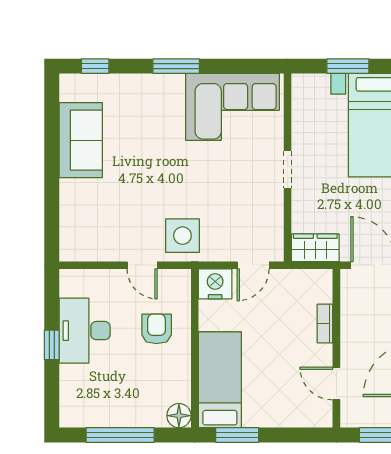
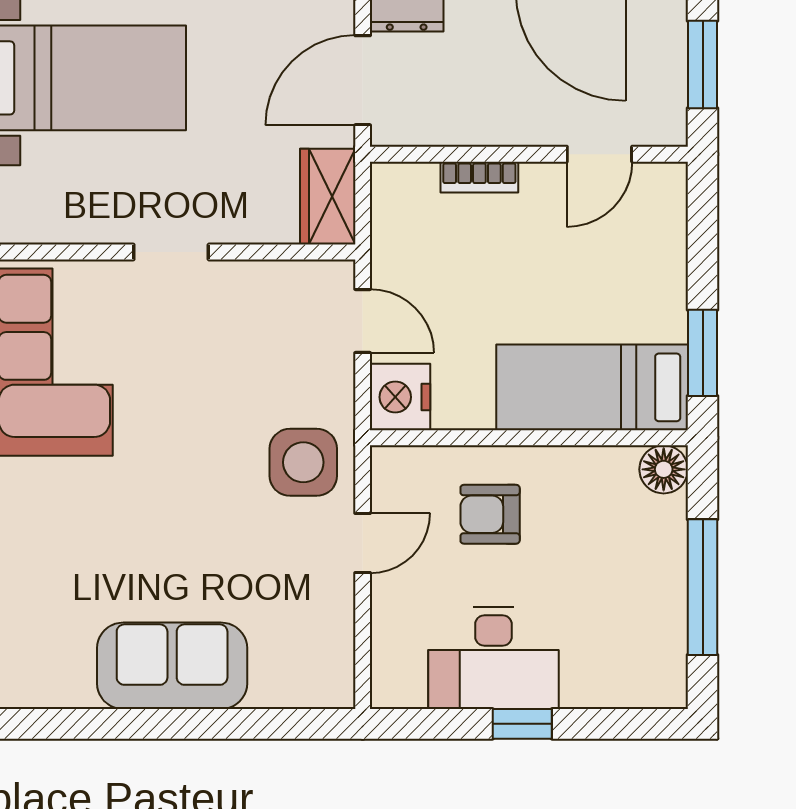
sofa: (81, 140) -> (172, 666), moved

